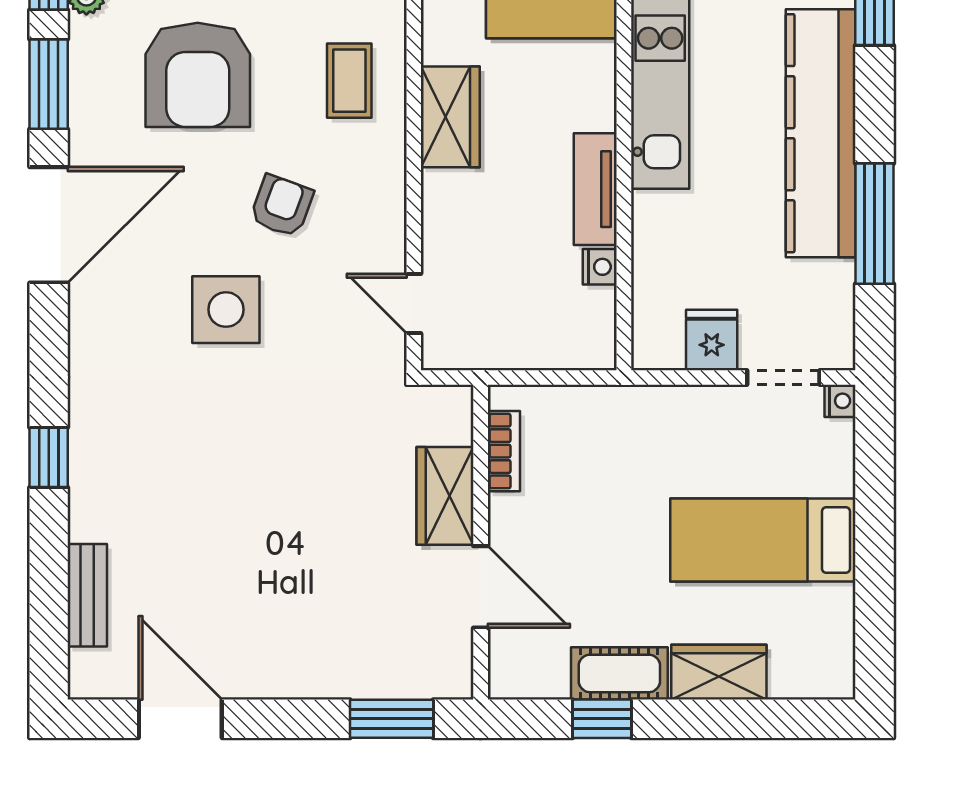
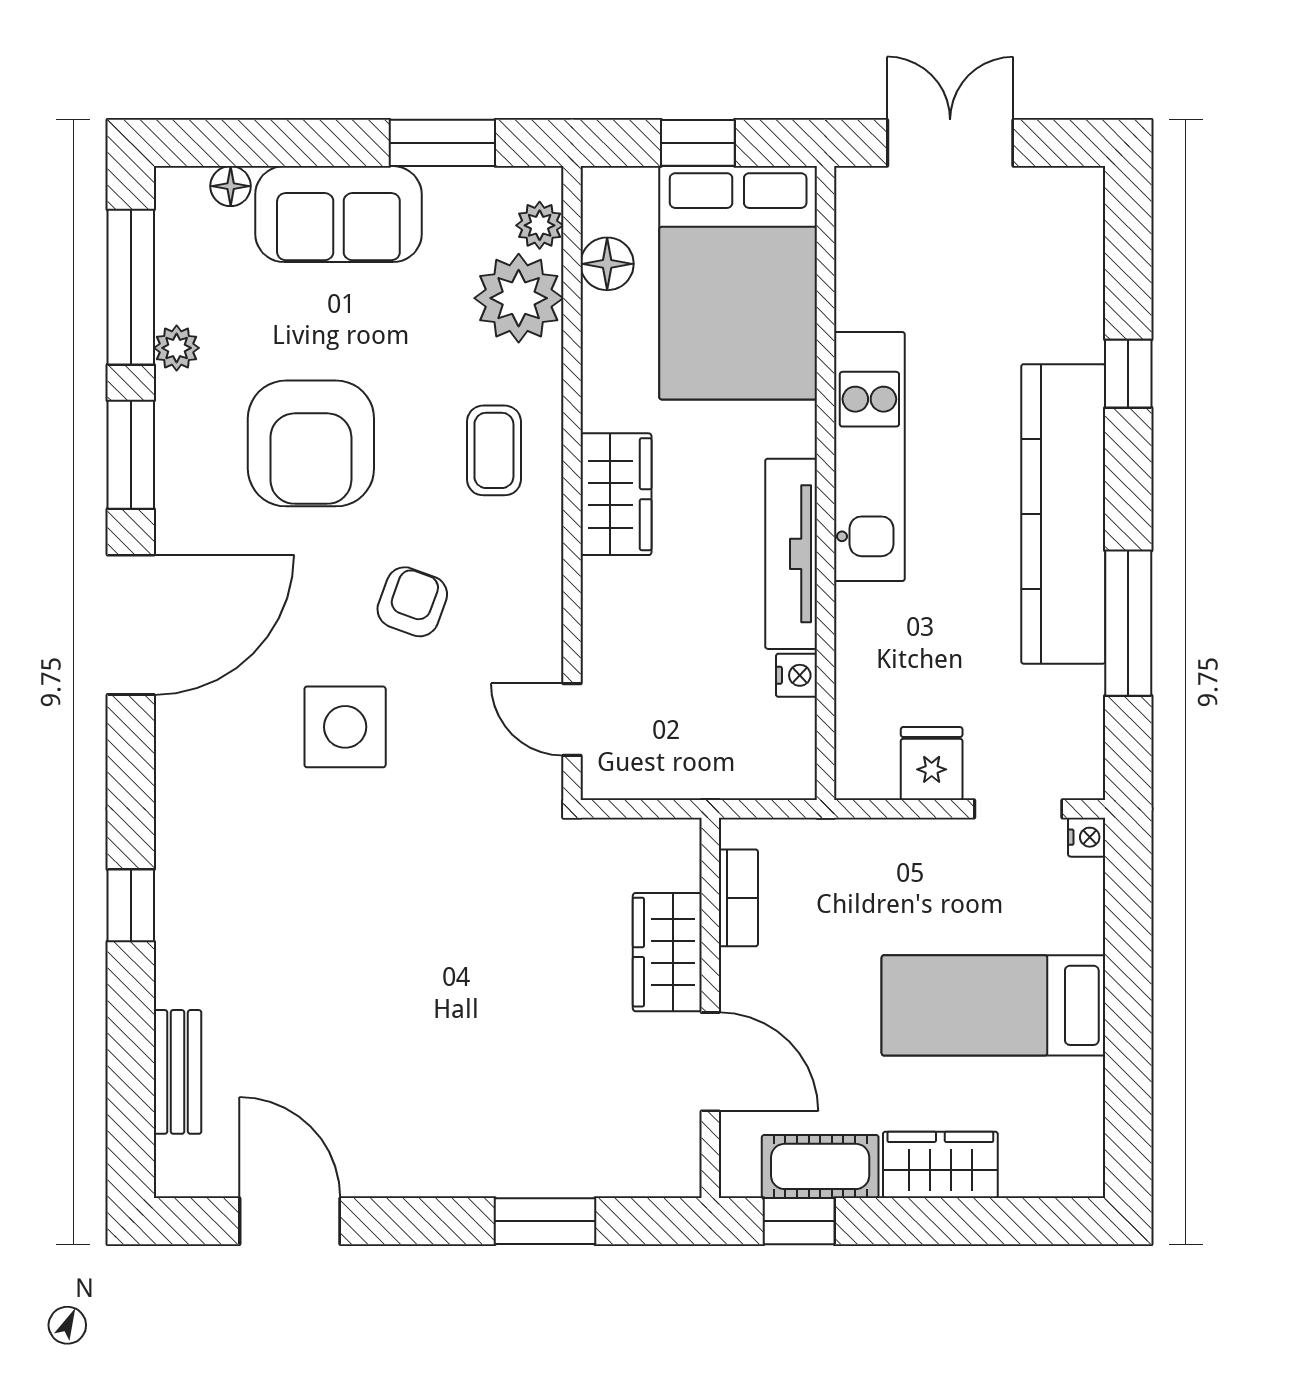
tv unit: (595, 189) -> (791, 554), width x1.41
bookcase: (504, 451) -> (738, 898), moved
wardrobe: (445, 496) -> (667, 952), moved
wall: (481, 542) -> (710, 1008), moved
door: (481, 587) -> (710, 1062), moved

